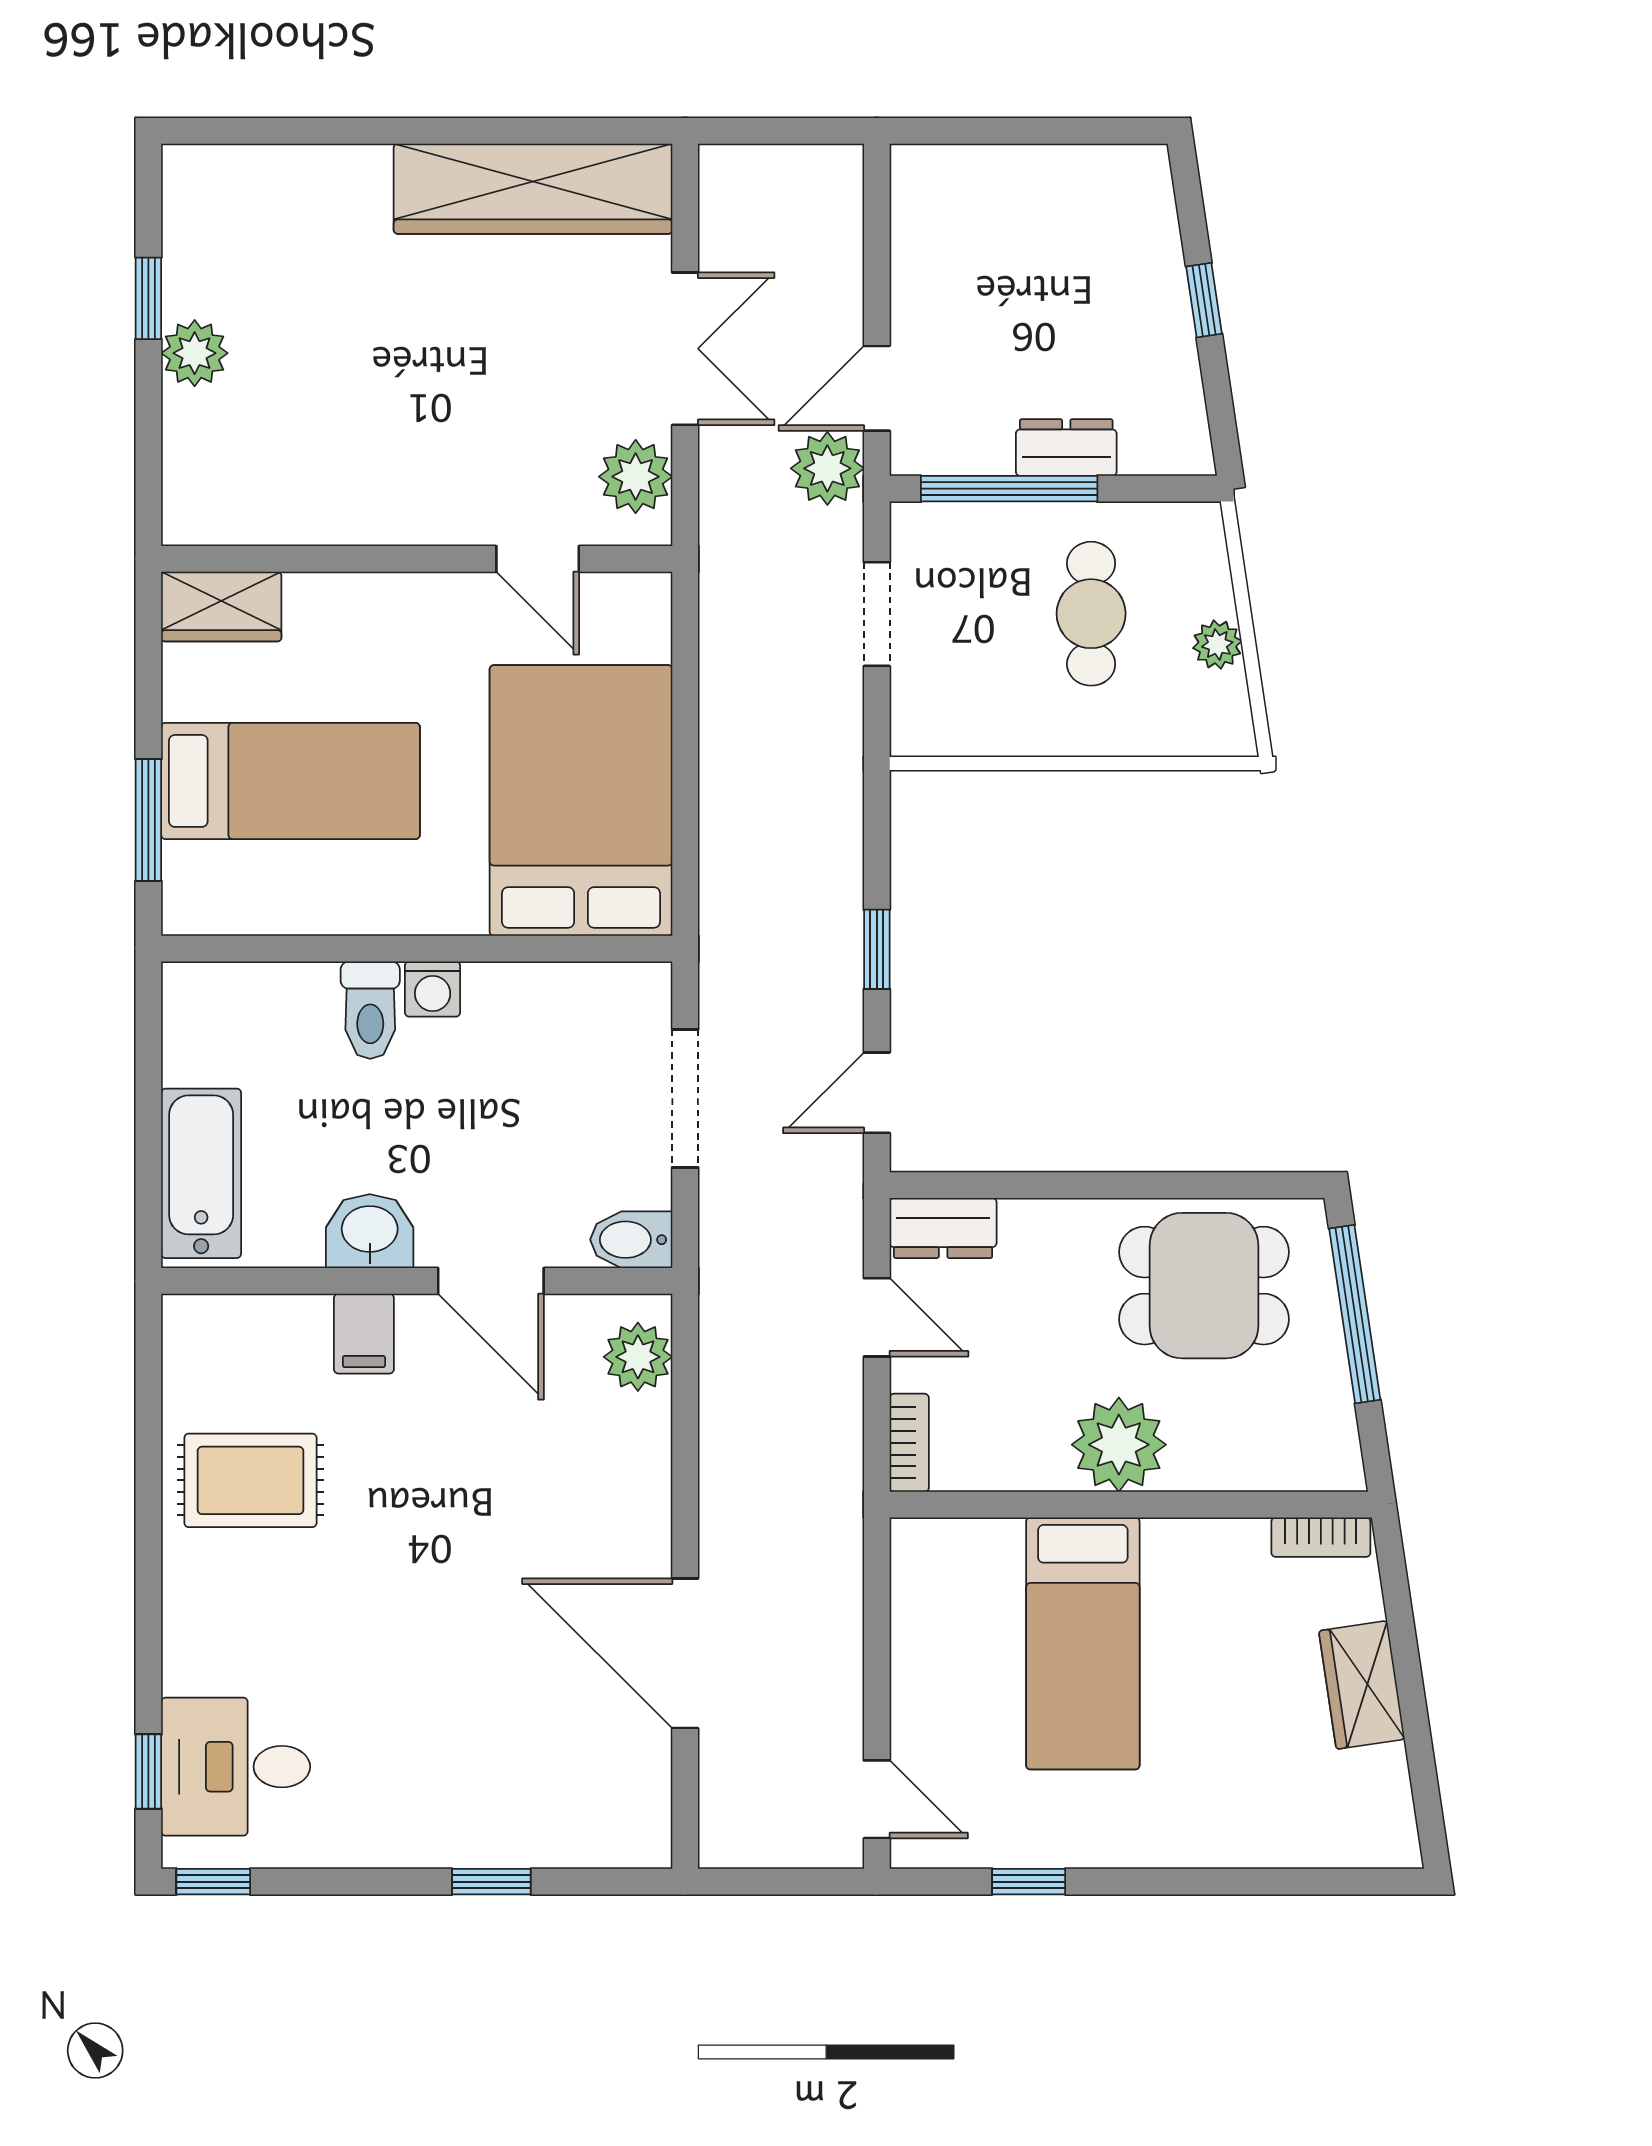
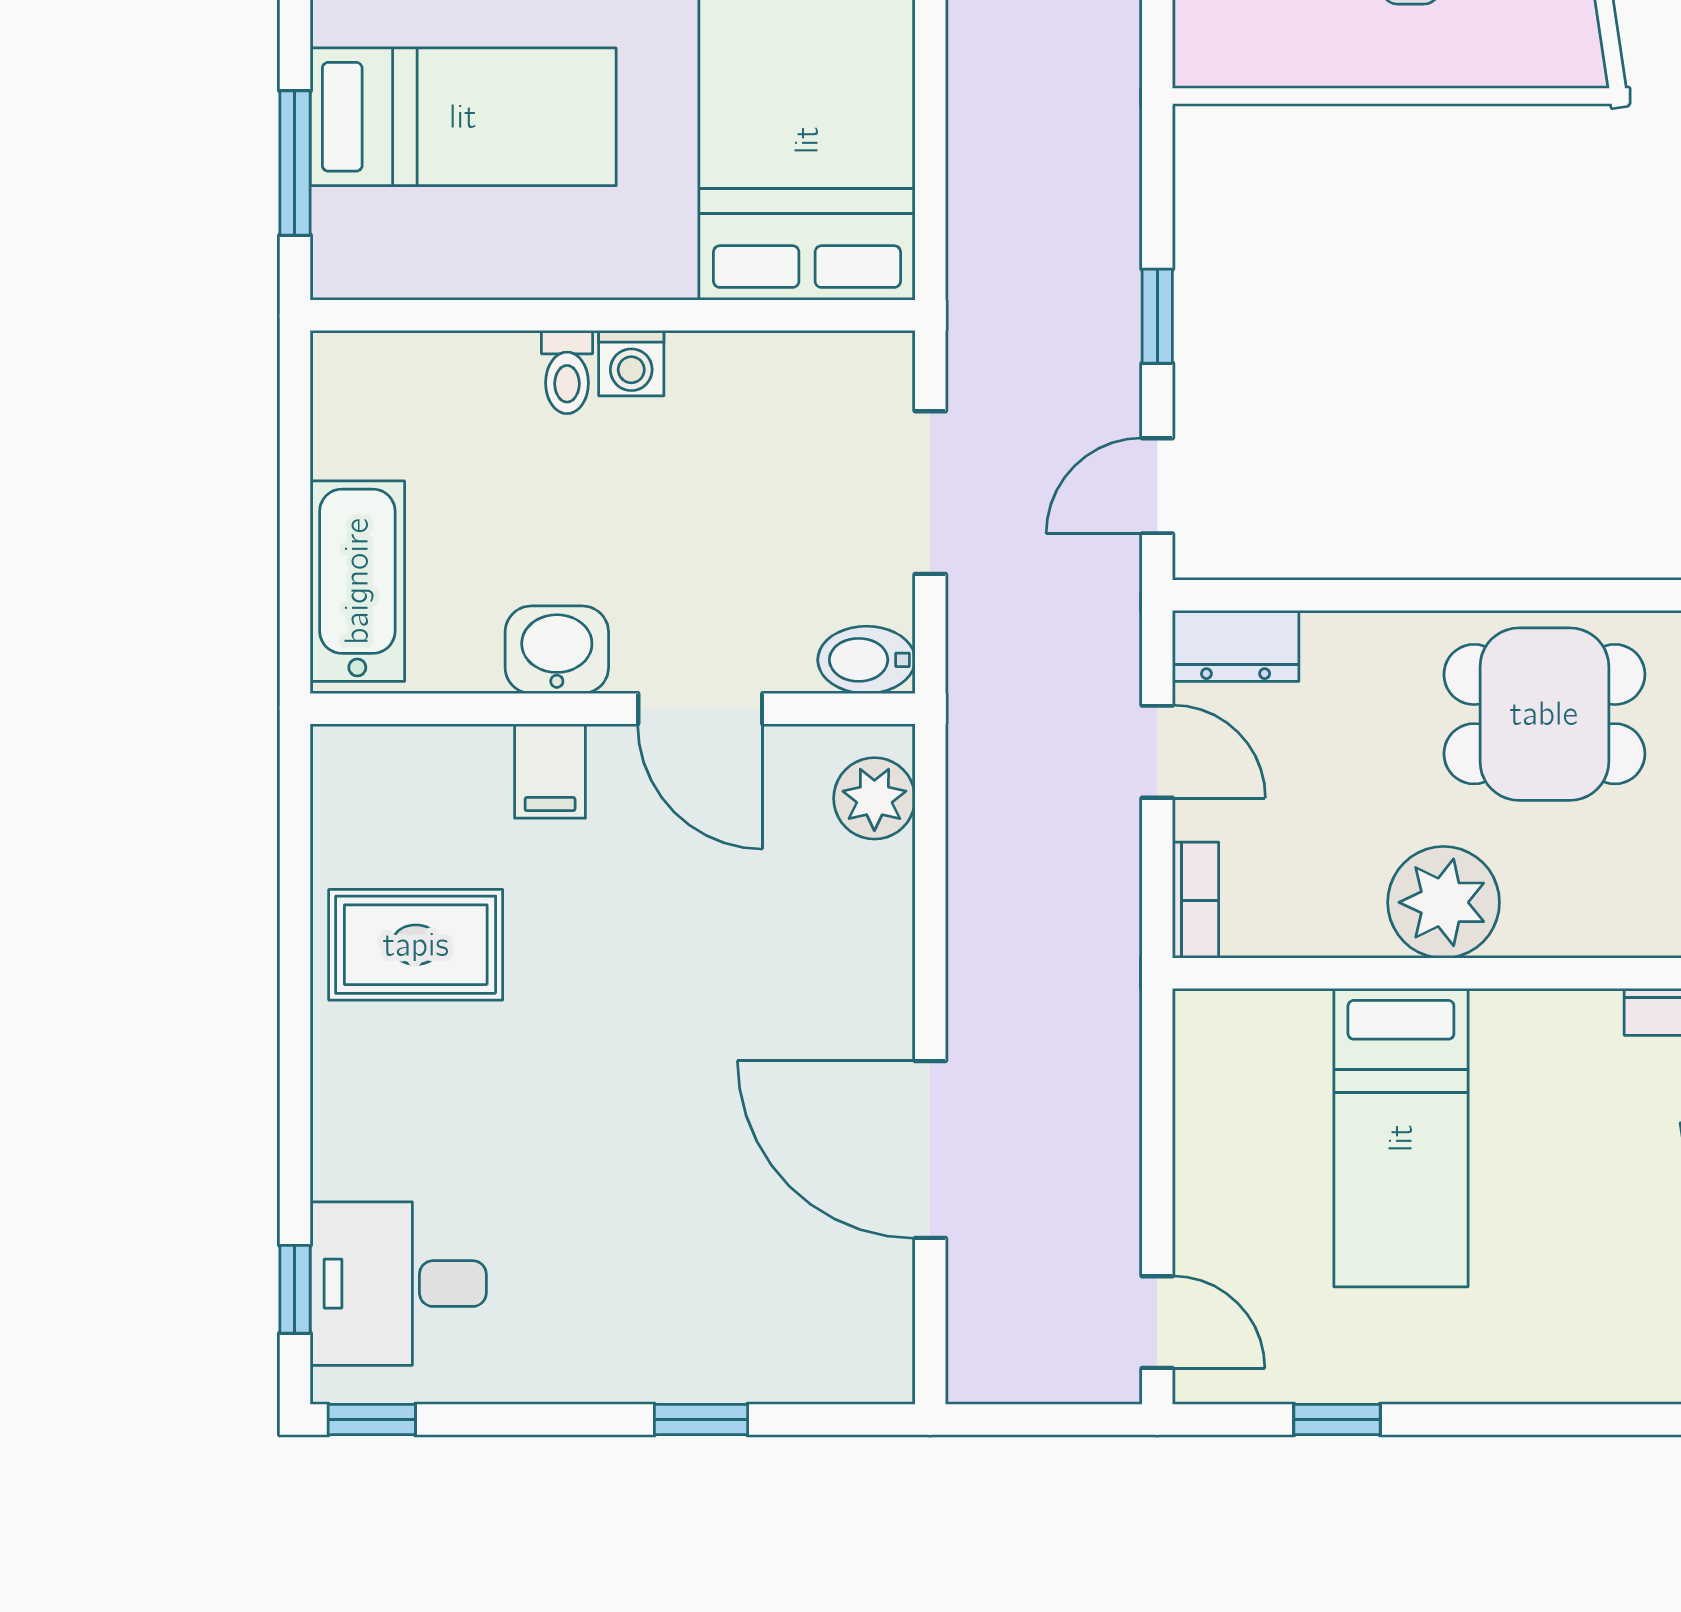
toilet: (370, 1010) -> (567, 372), width x0.73, depth x0.72

